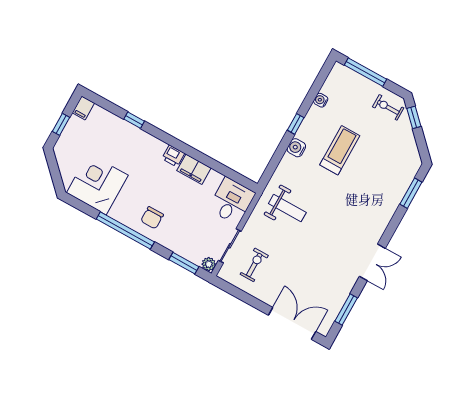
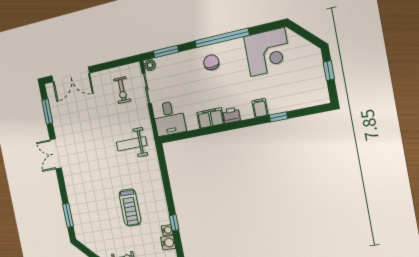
filing cabinet: (83, 108) -> (260, 108), moved
window: (296, 124) -> (174, 223), moved
water cooler: (296, 148) -> (168, 243), moved

